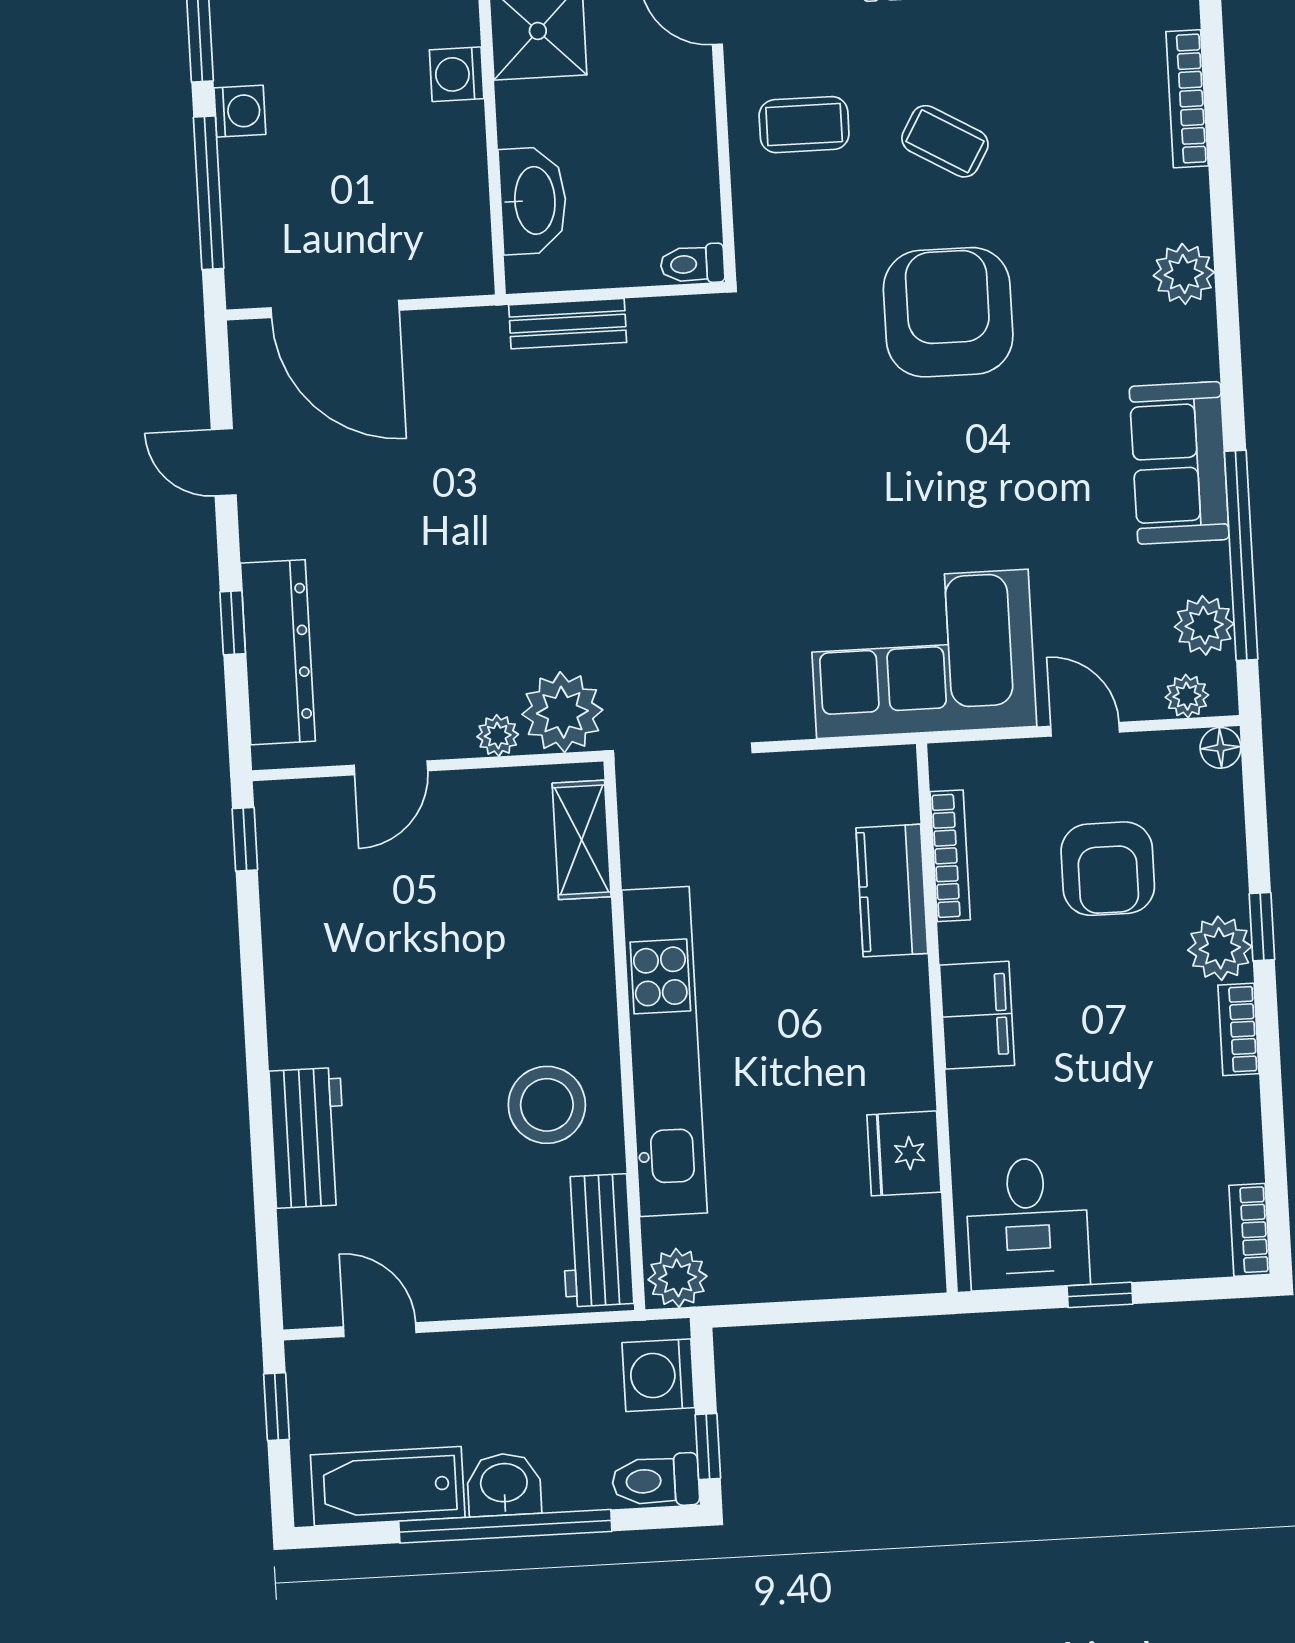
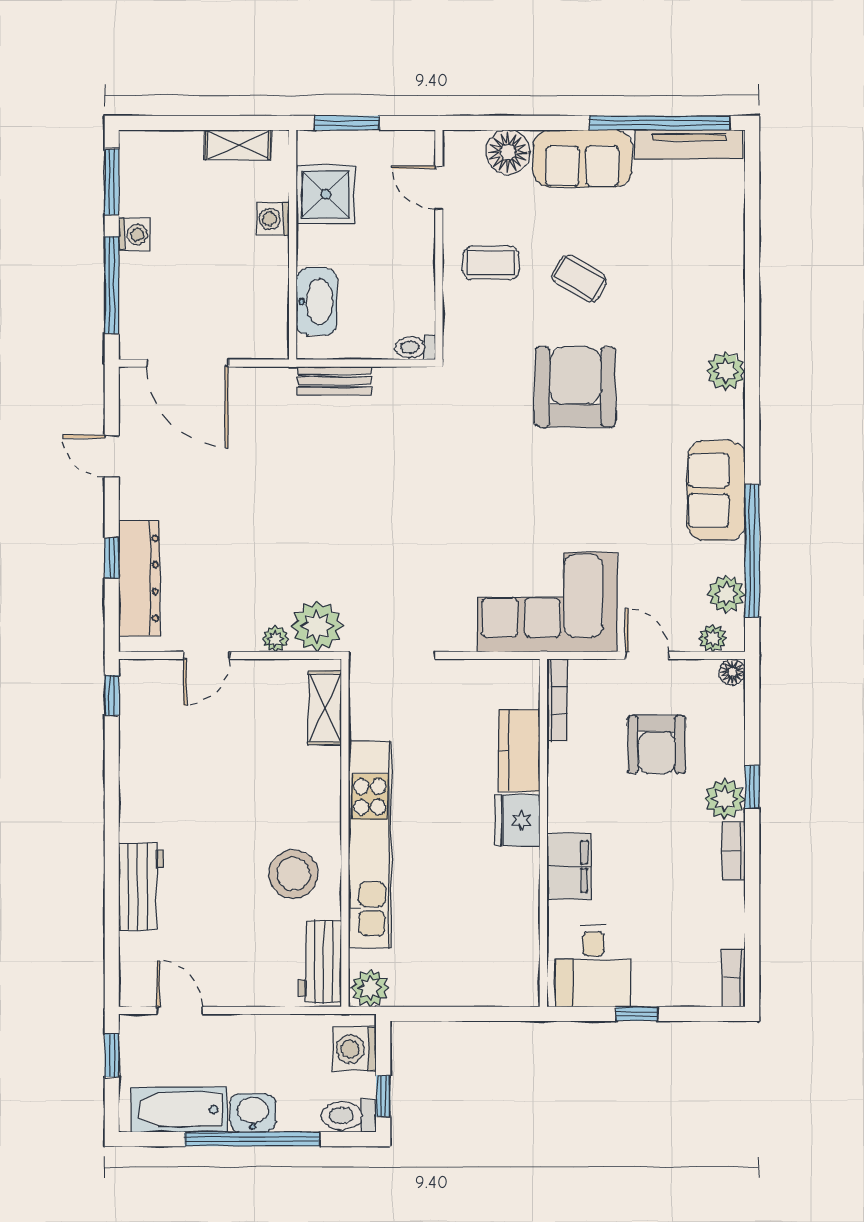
bookcase: (1187, 99) -> (734, 260), removed
bookcase: (950, 856) -> (557, 700), moved
filing cabinet: (977, 1015) -> (569, 866), moved
fridge: (904, 1153) -> (518, 820), moved

